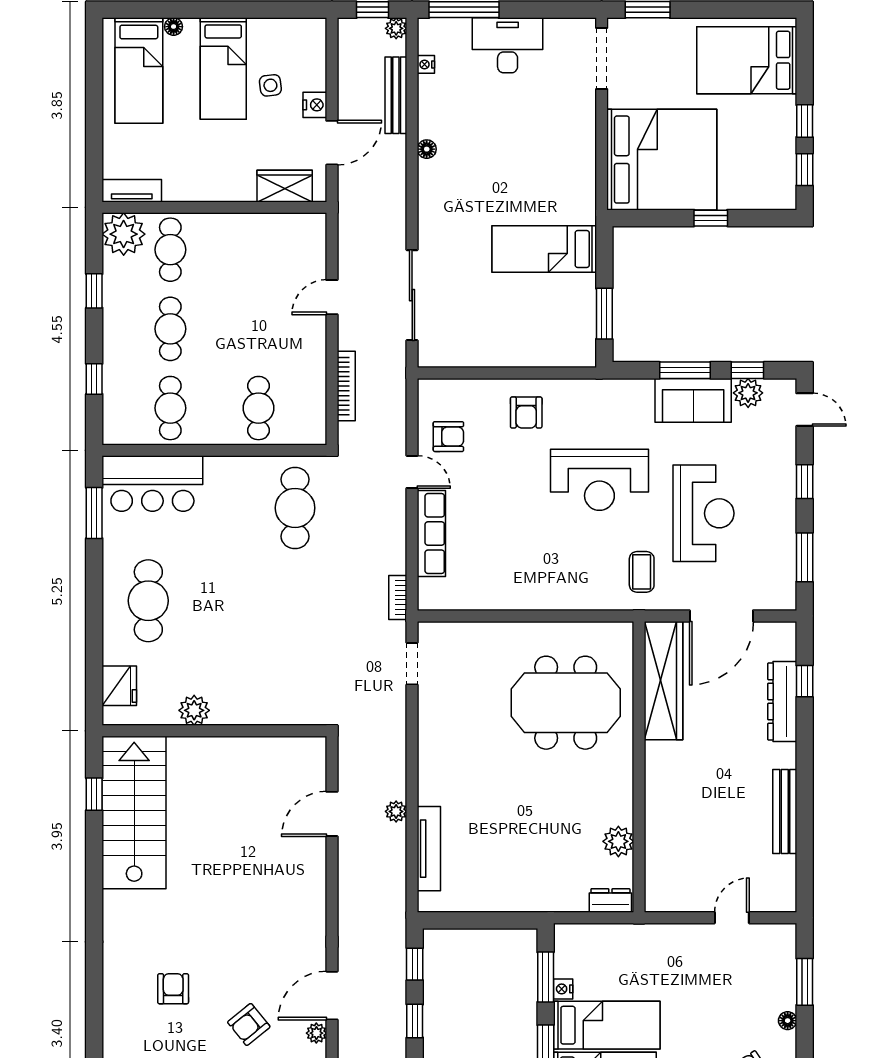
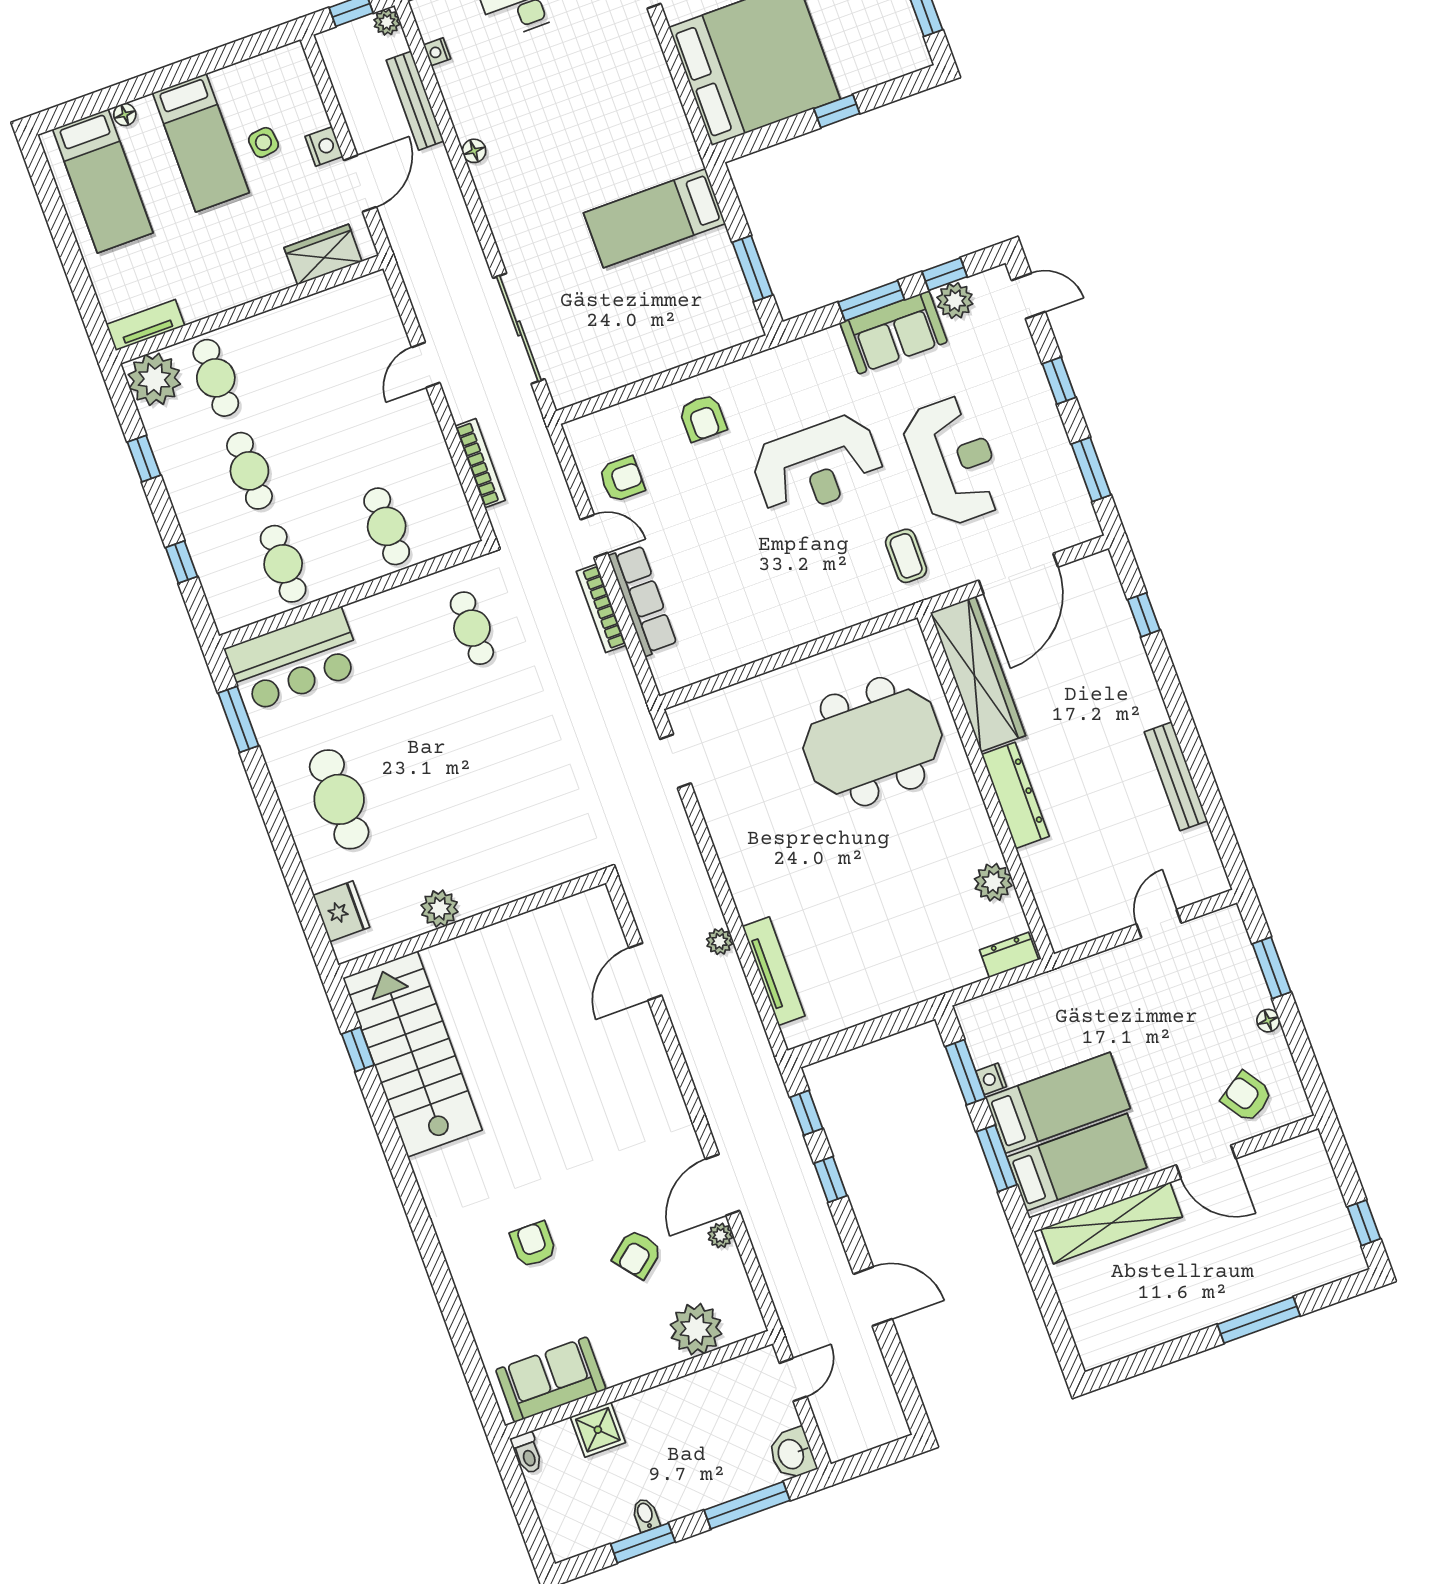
cafe table: (295, 508) -> (472, 628), width x0.73, depth x0.74
bookcase: (398, 598) -> (601, 608), moved, width x1.56
dresser: (782, 702) -> (1015, 795), moved, turned 180

